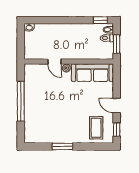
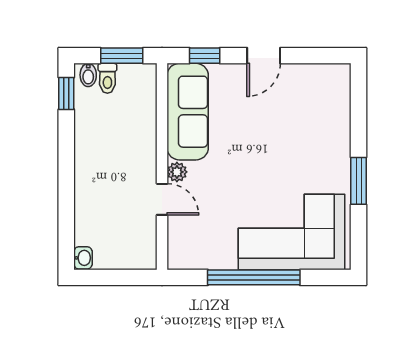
door: (55, 62) -> (162, 199), hinge flipped
corner sofa: (40, 118) -> (292, 232), added
coffee table: (96, 128) -> (315, 103), removed
window: (117, 130) -> (205, 56), moved

